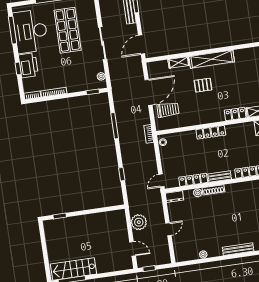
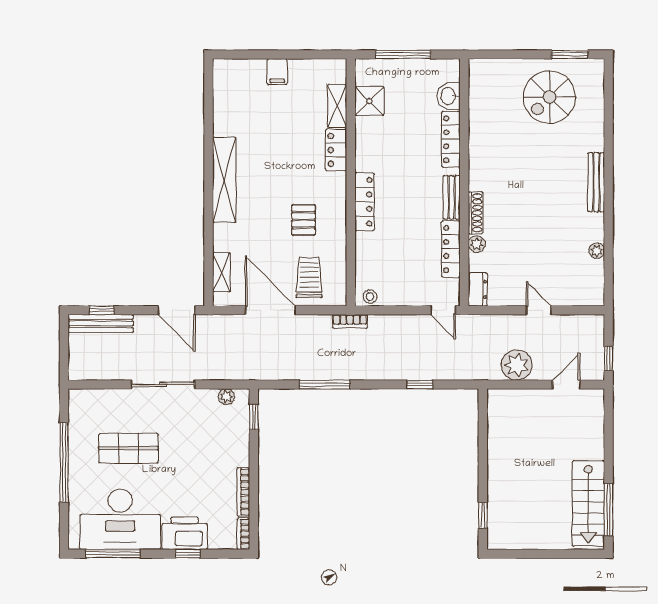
shop shelf: (68, 30) -> (128, 448), width x0.70, depth x0.74
shelving: (179, 62) -> (221, 272), moved
pallet: (203, 85) -> (303, 220), moved

